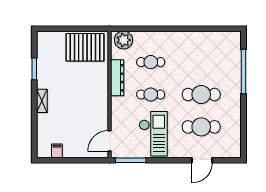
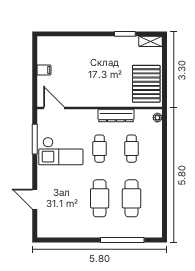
plant: (124, 40) -> (157, 118), width x0.53, depth x0.53
shelving: (42, 101) -> (151, 41), moved
cafe table: (201, 127) -> (132, 198), moved
filing cabinet: (57, 151) -> (44, 70), moved
window: (131, 160) -> (35, 139), moved

